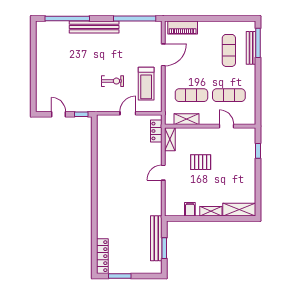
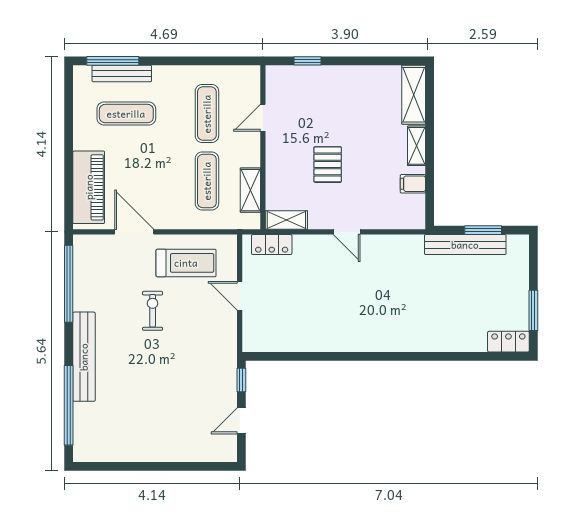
piano: (183, 27) -> (89, 187), width x1.37, depth x1.33
exercise bike: (113, 81) -> (153, 311), moved
locker: (102, 256) -> (508, 342), width x0.66

